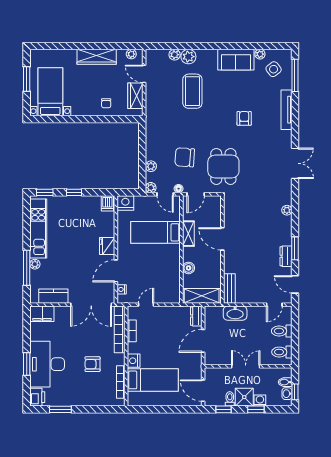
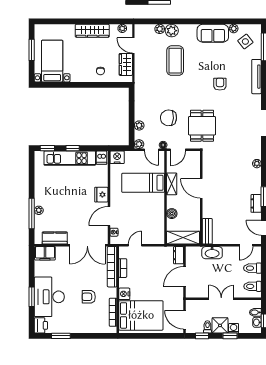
kitchen unit: (38, 229) -> (70, 158), moved, turned 90
bed: (153, 380) -> (141, 315), width x1.50

